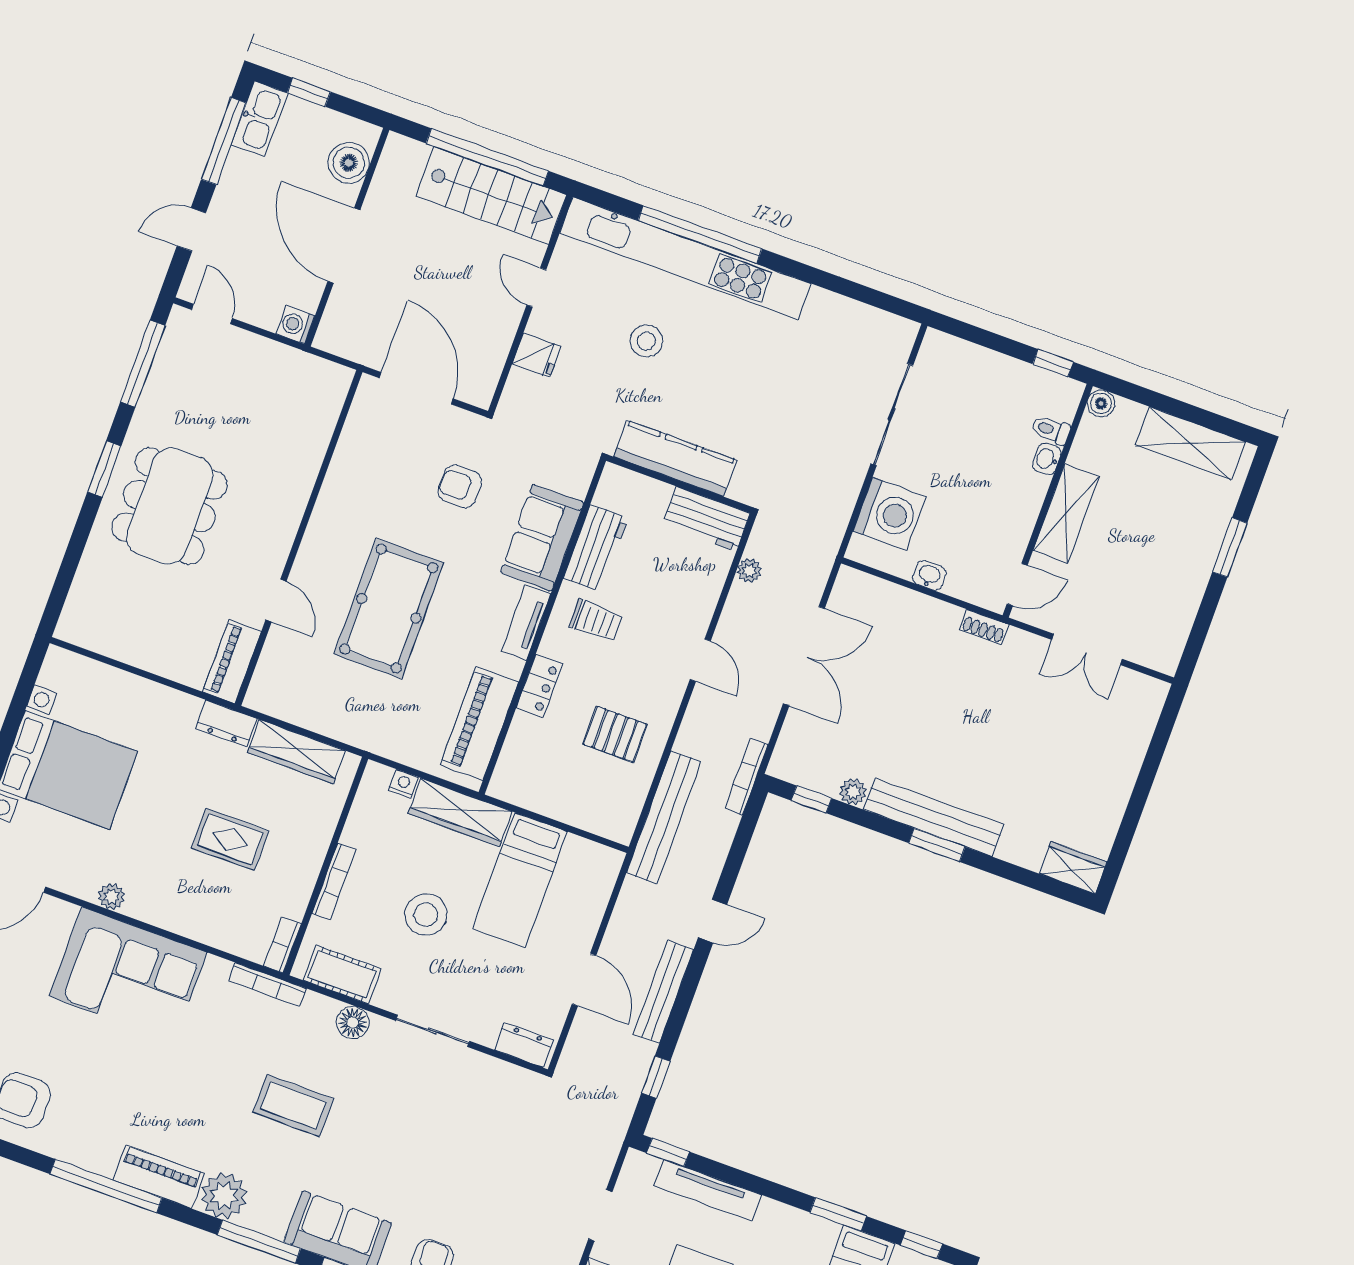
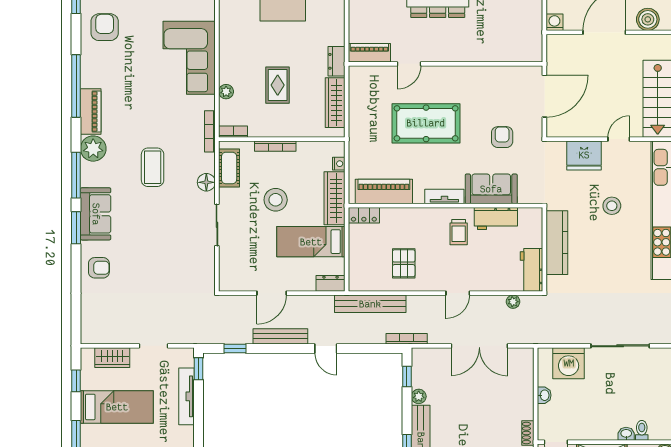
fridge: (536, 355) -> (584, 155), width x1.88, depth x1.34
locker: (539, 686) -> (364, 215), moved
plant: (111, 896) -> (226, 92), moved
dresser: (524, 1045) -> (331, 283), moved, turned -90

